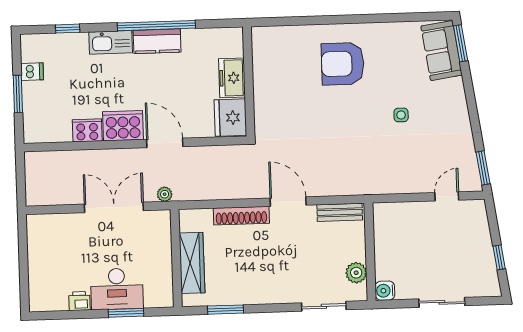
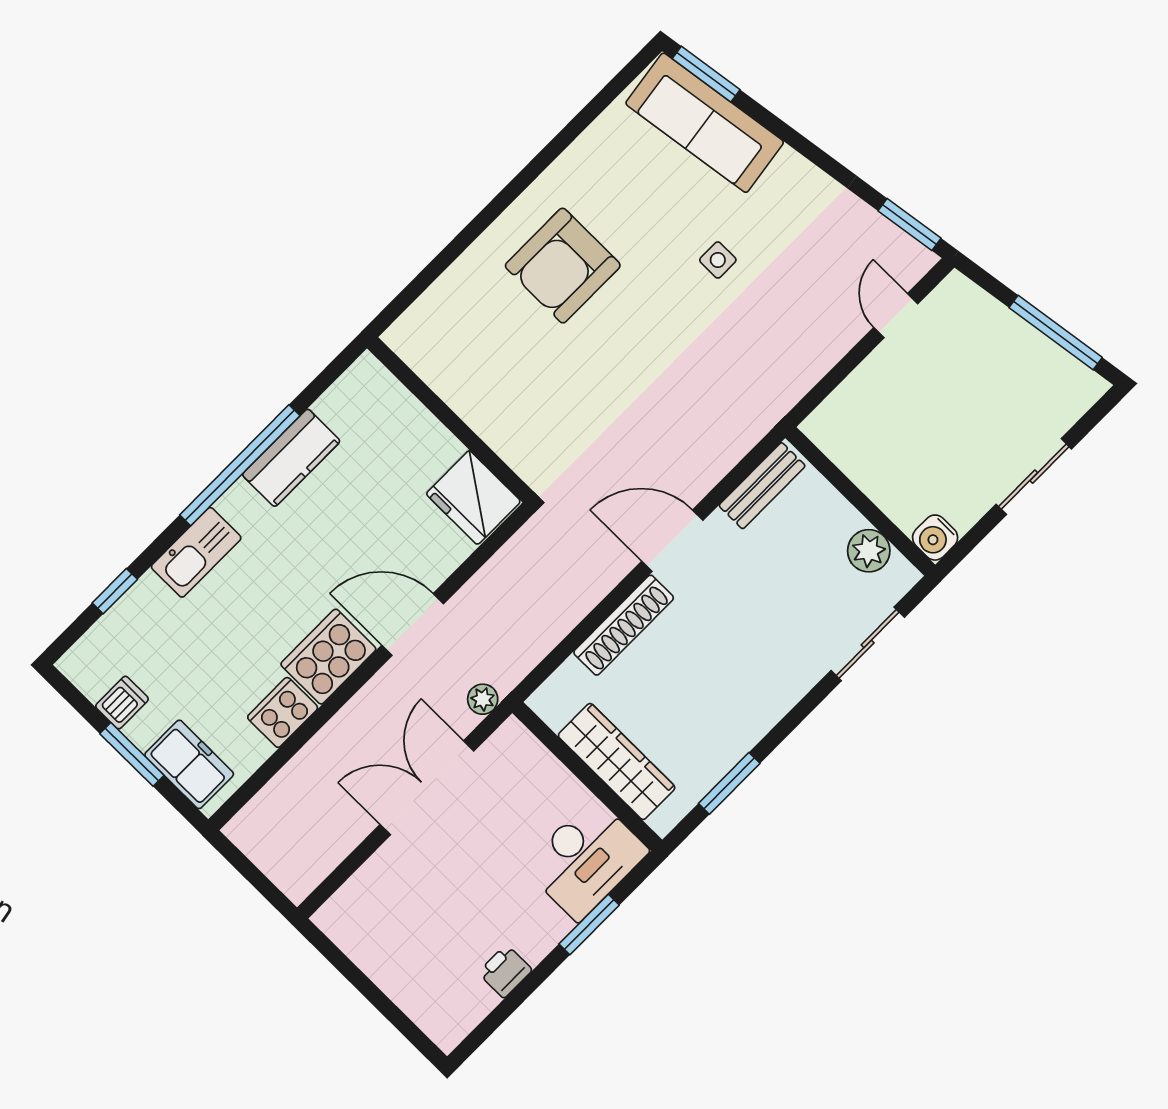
kitchen counter: (157, 41) -> (291, 458), moved
sofa: (442, 51) -> (705, 123), width x1.36
freezer: (232, 78) -> (189, 764), moved, turned 180
window: (499, 257) -> (1056, 333), width x2.17
desk: (117, 289) -> (586, 859), moved

